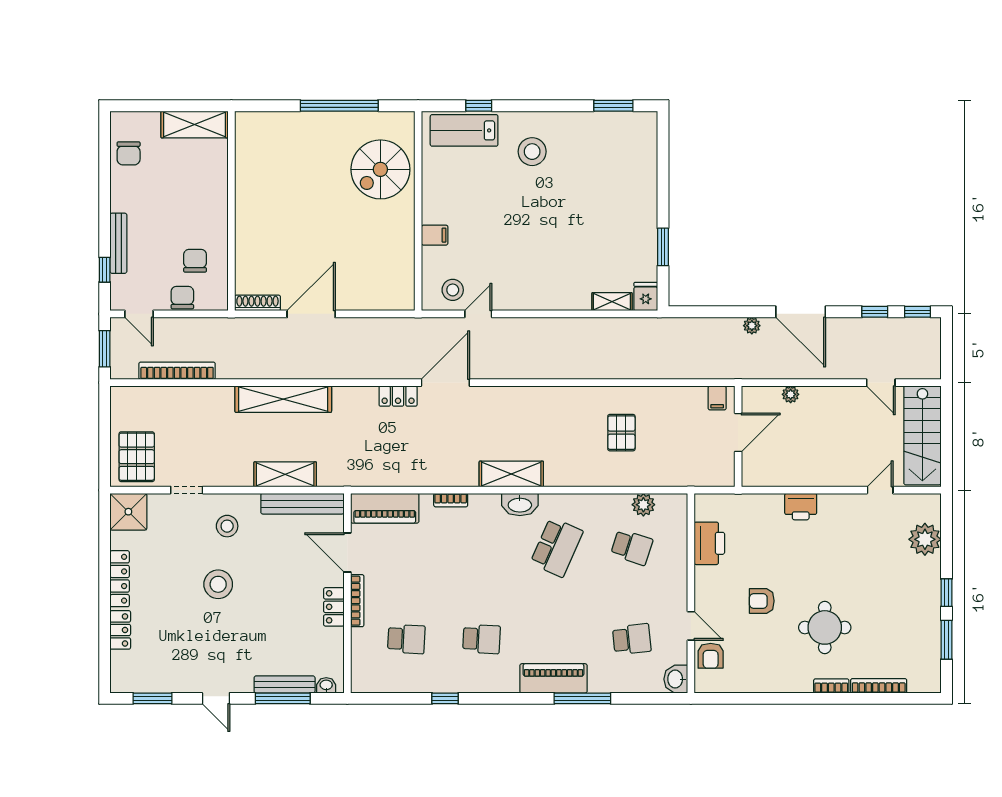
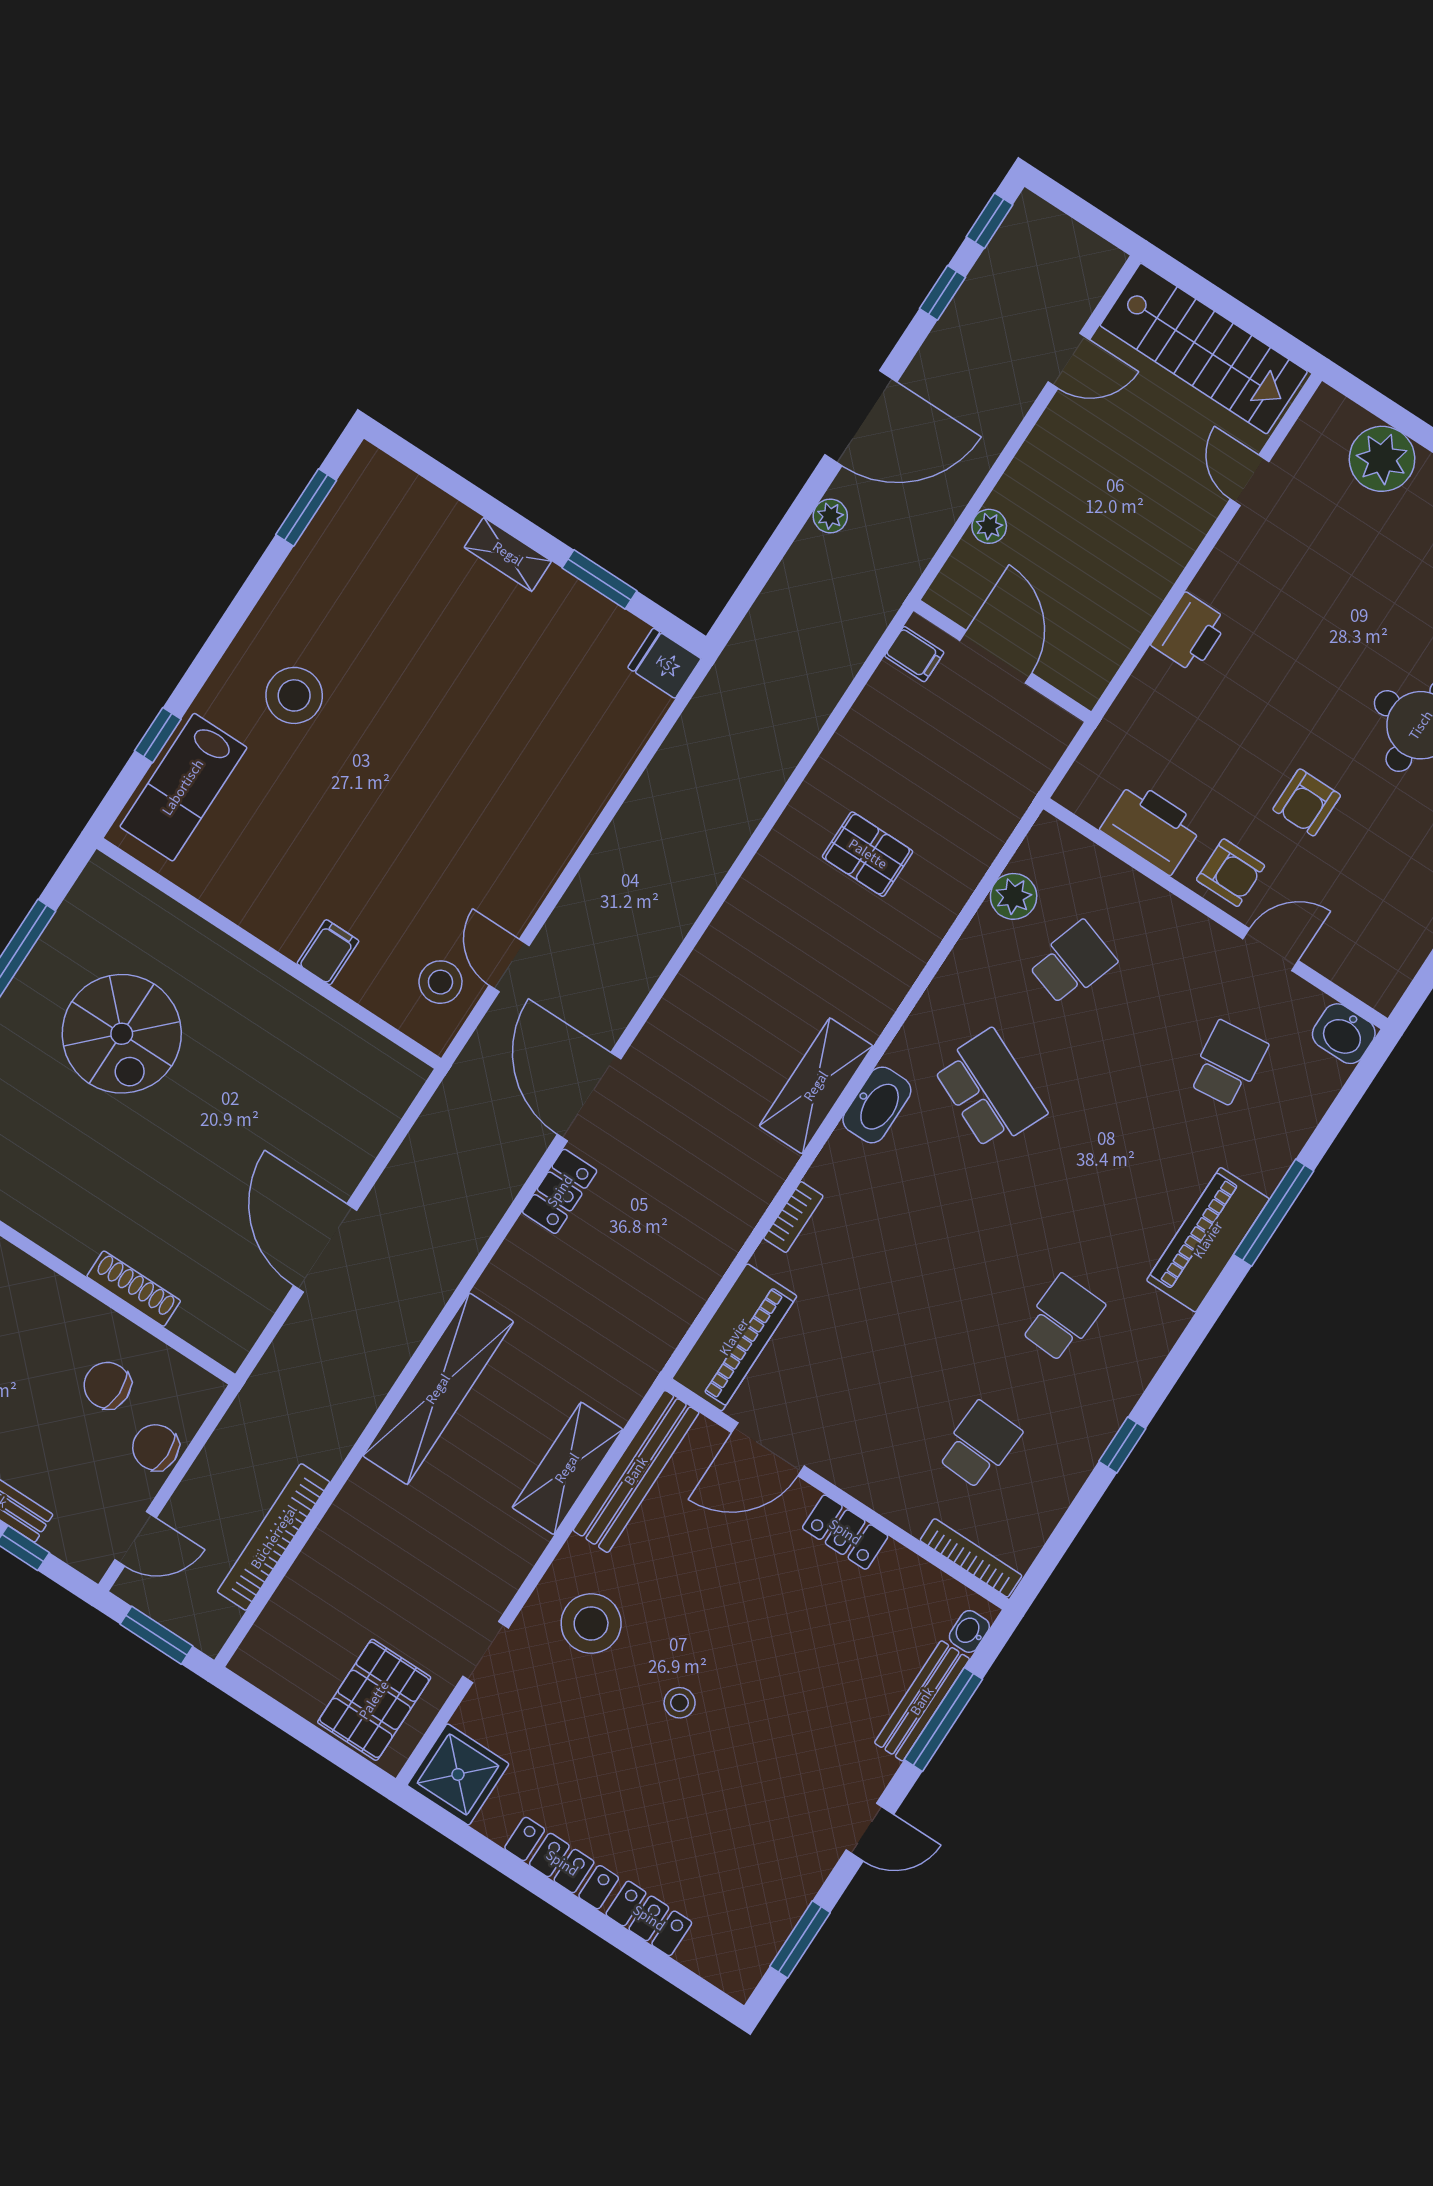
spiral stairs: (380, 169) -> (122, 1034), moved
shelving: (612, 302) -> (508, 554), moved, turned 90
shoe rack: (257, 303) -> (134, 1289), moved, turned 90
pallet: (137, 457) -> (374, 1700), turned 90
stool: (227, 526) -> (591, 1623), width x1.38, depth x1.38
stool: (218, 584) -> (680, 1703), width x0.53, depth x0.53
bookcase: (357, 601) -> (971, 1558), moved
armchair: (711, 656) -> (1231, 873), moved

